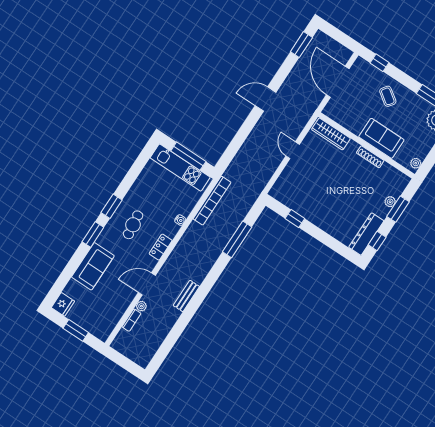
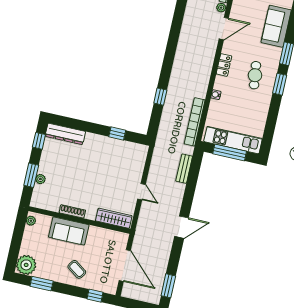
dresser: (366, 234) -> (65, 134), moved, turned 90
window: (237, 239) -> (160, 97), width x0.46
bench: (186, 296) -> (184, 169), moved

